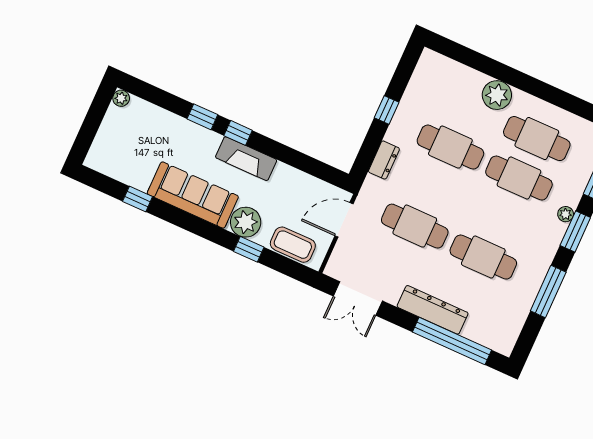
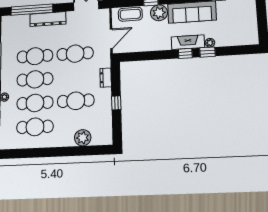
plant: (497, 95) -> (83, 138), moved
plant: (121, 98) -> (210, 43), moved
fireplace: (246, 159) -> (188, 42), moved
cafe table: (501, 218) -> (35, 79), added

